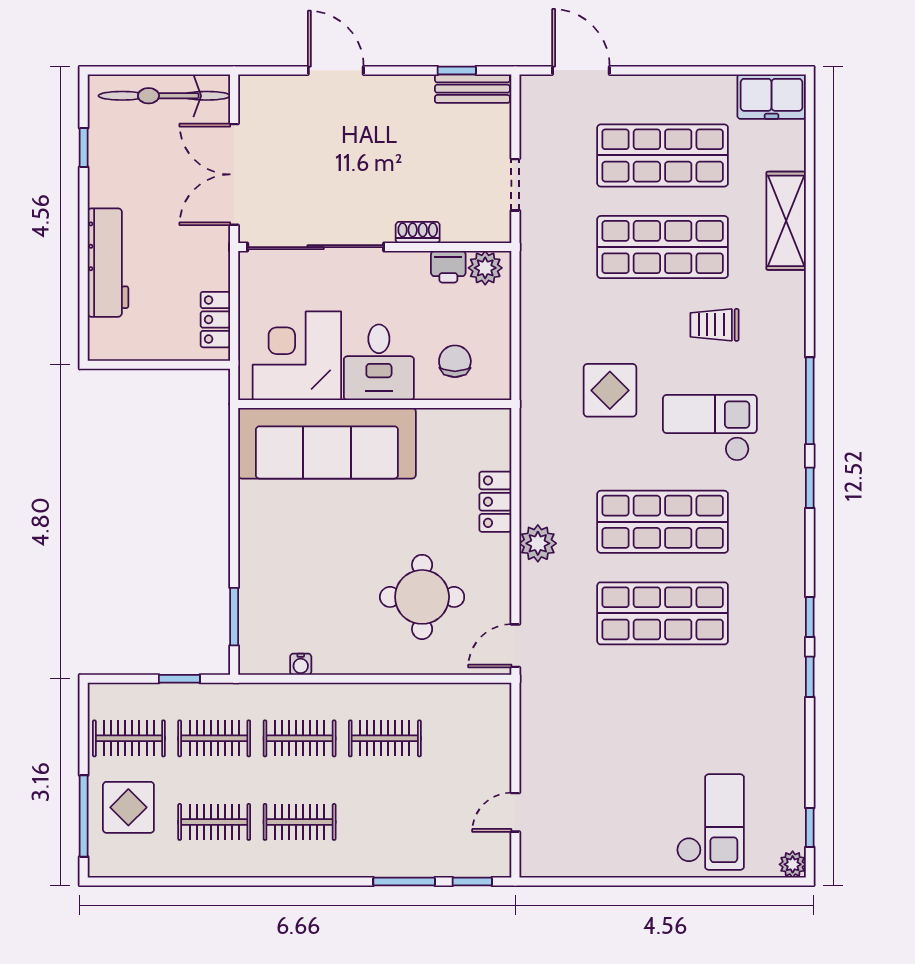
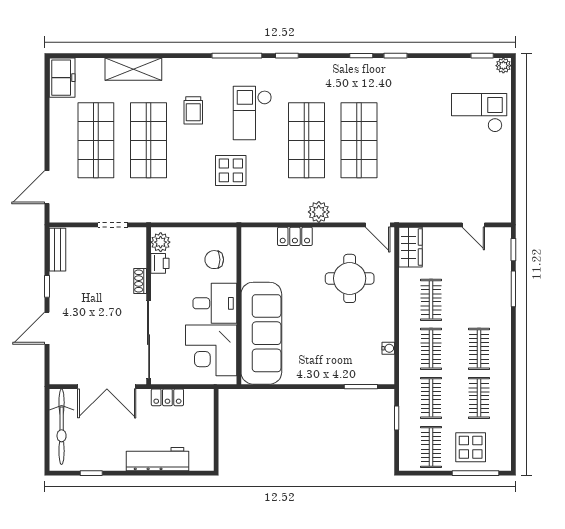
window: (457, 70) -> (47, 286), moved
locker: (215, 320) -> (167, 397), moved
wardrobe: (477, 703) -> (411, 247), added

